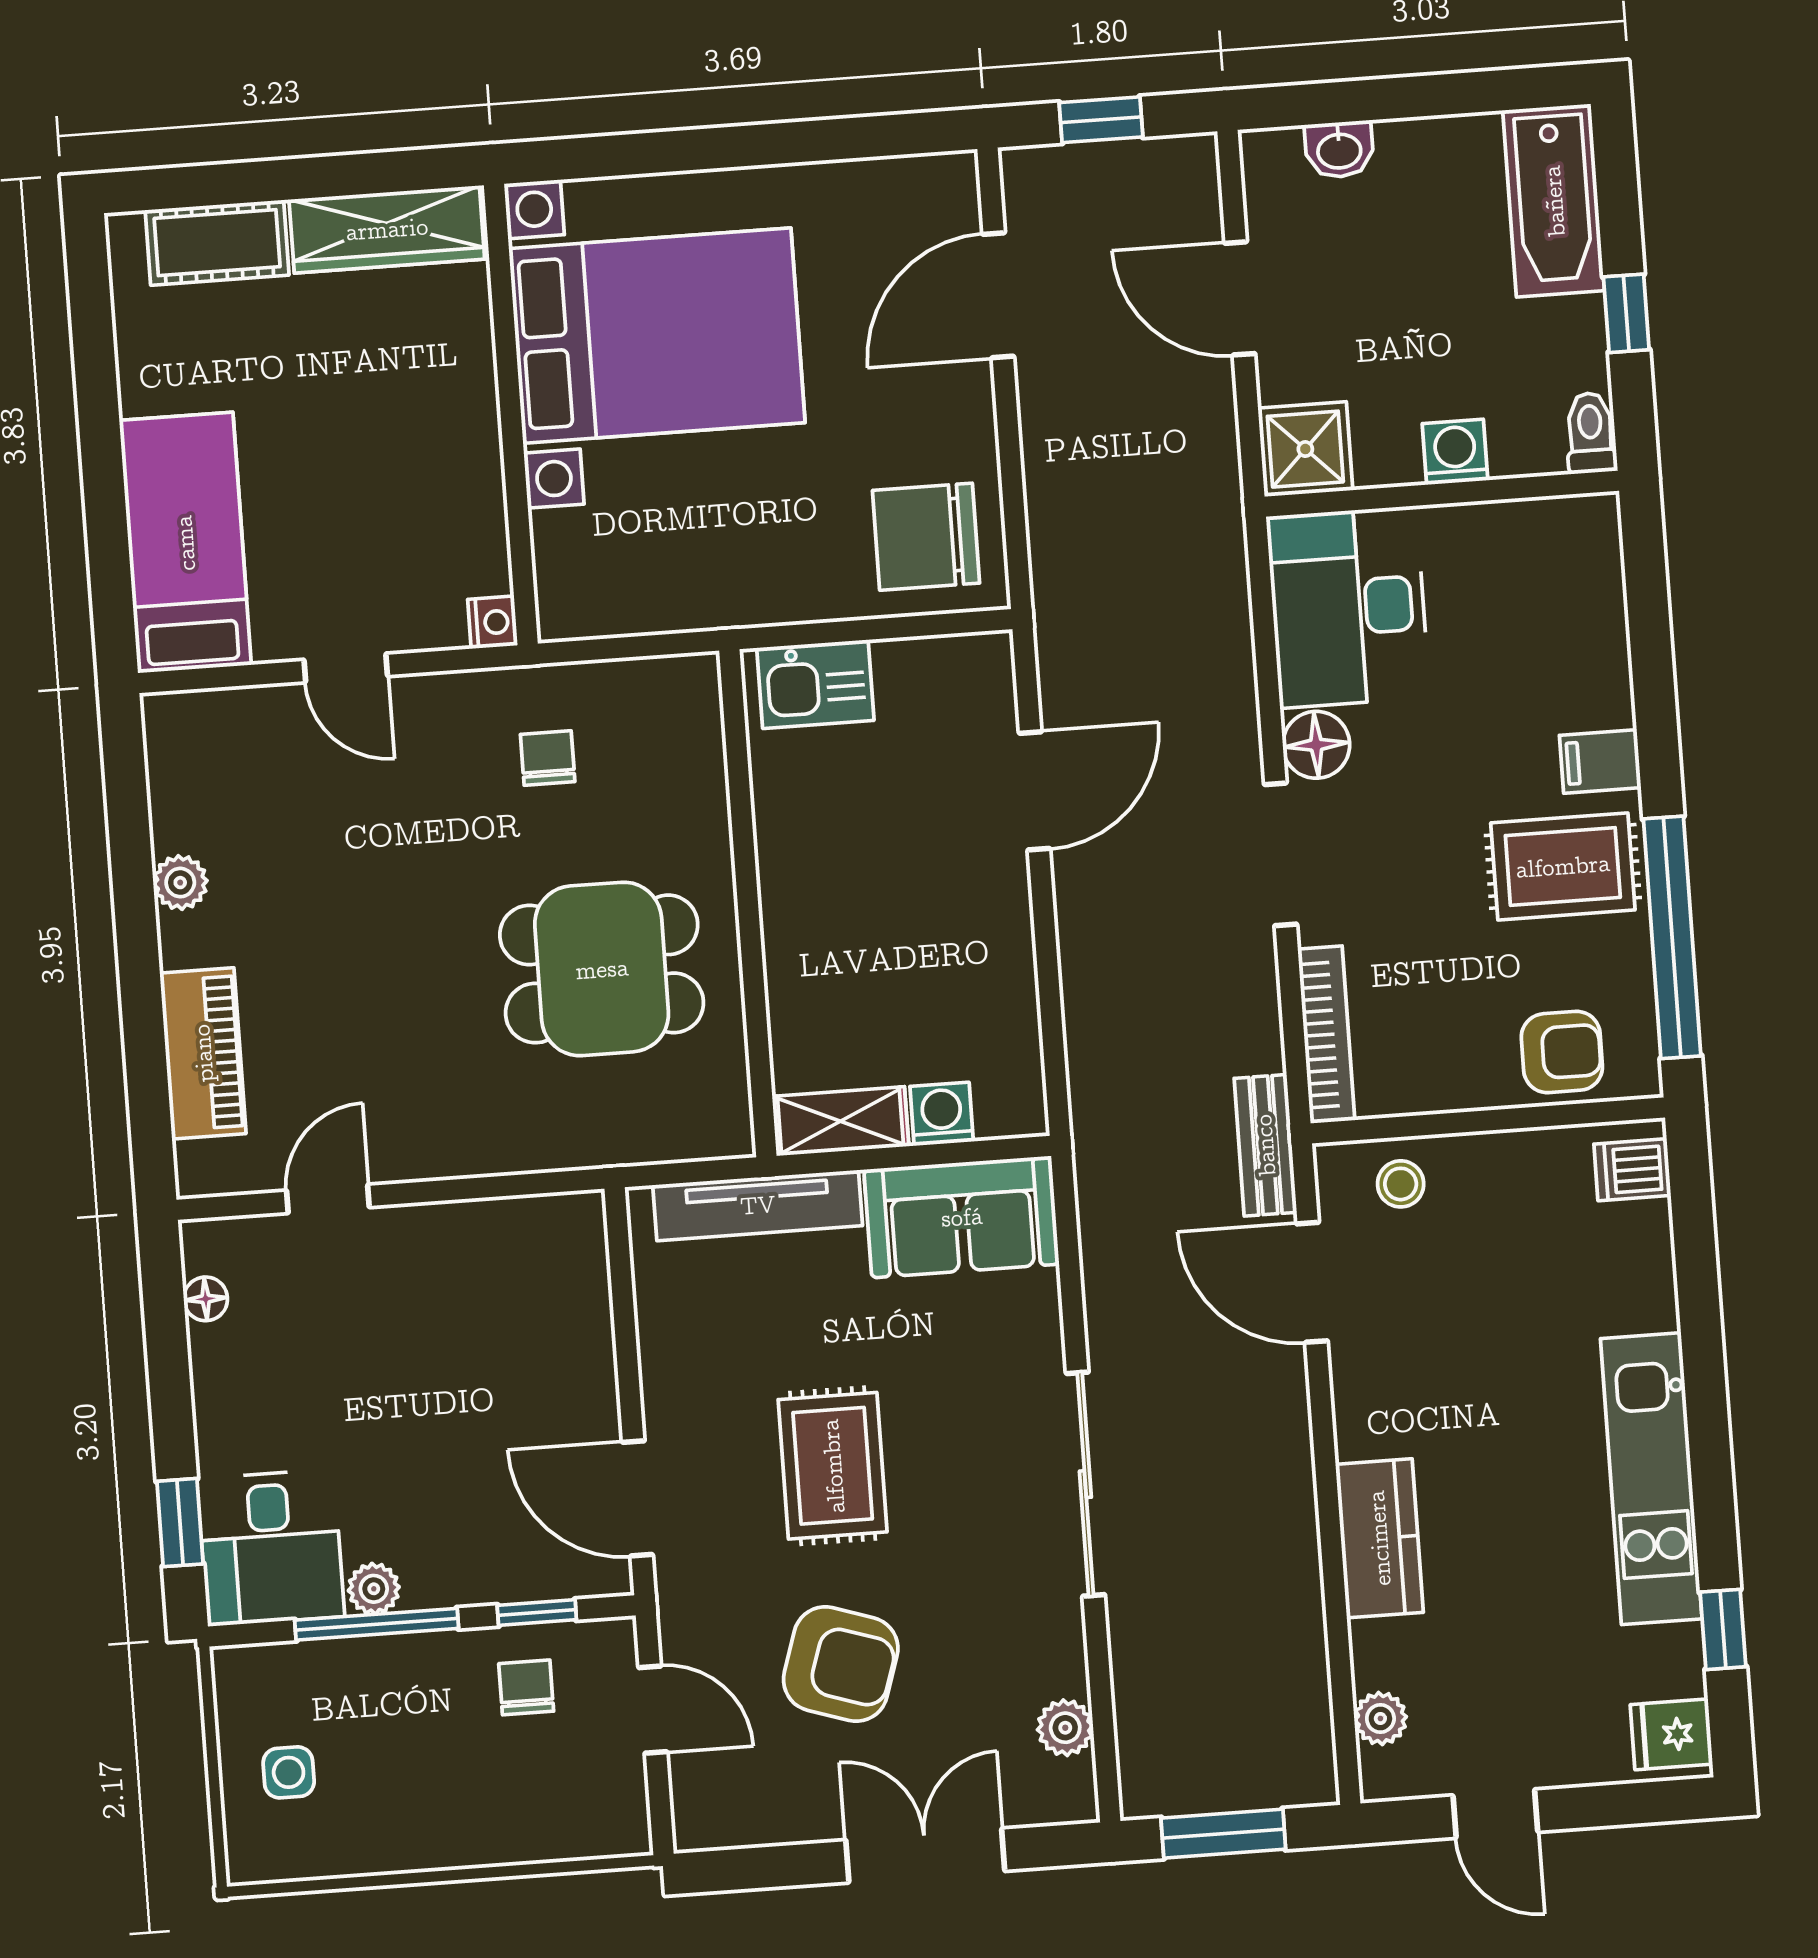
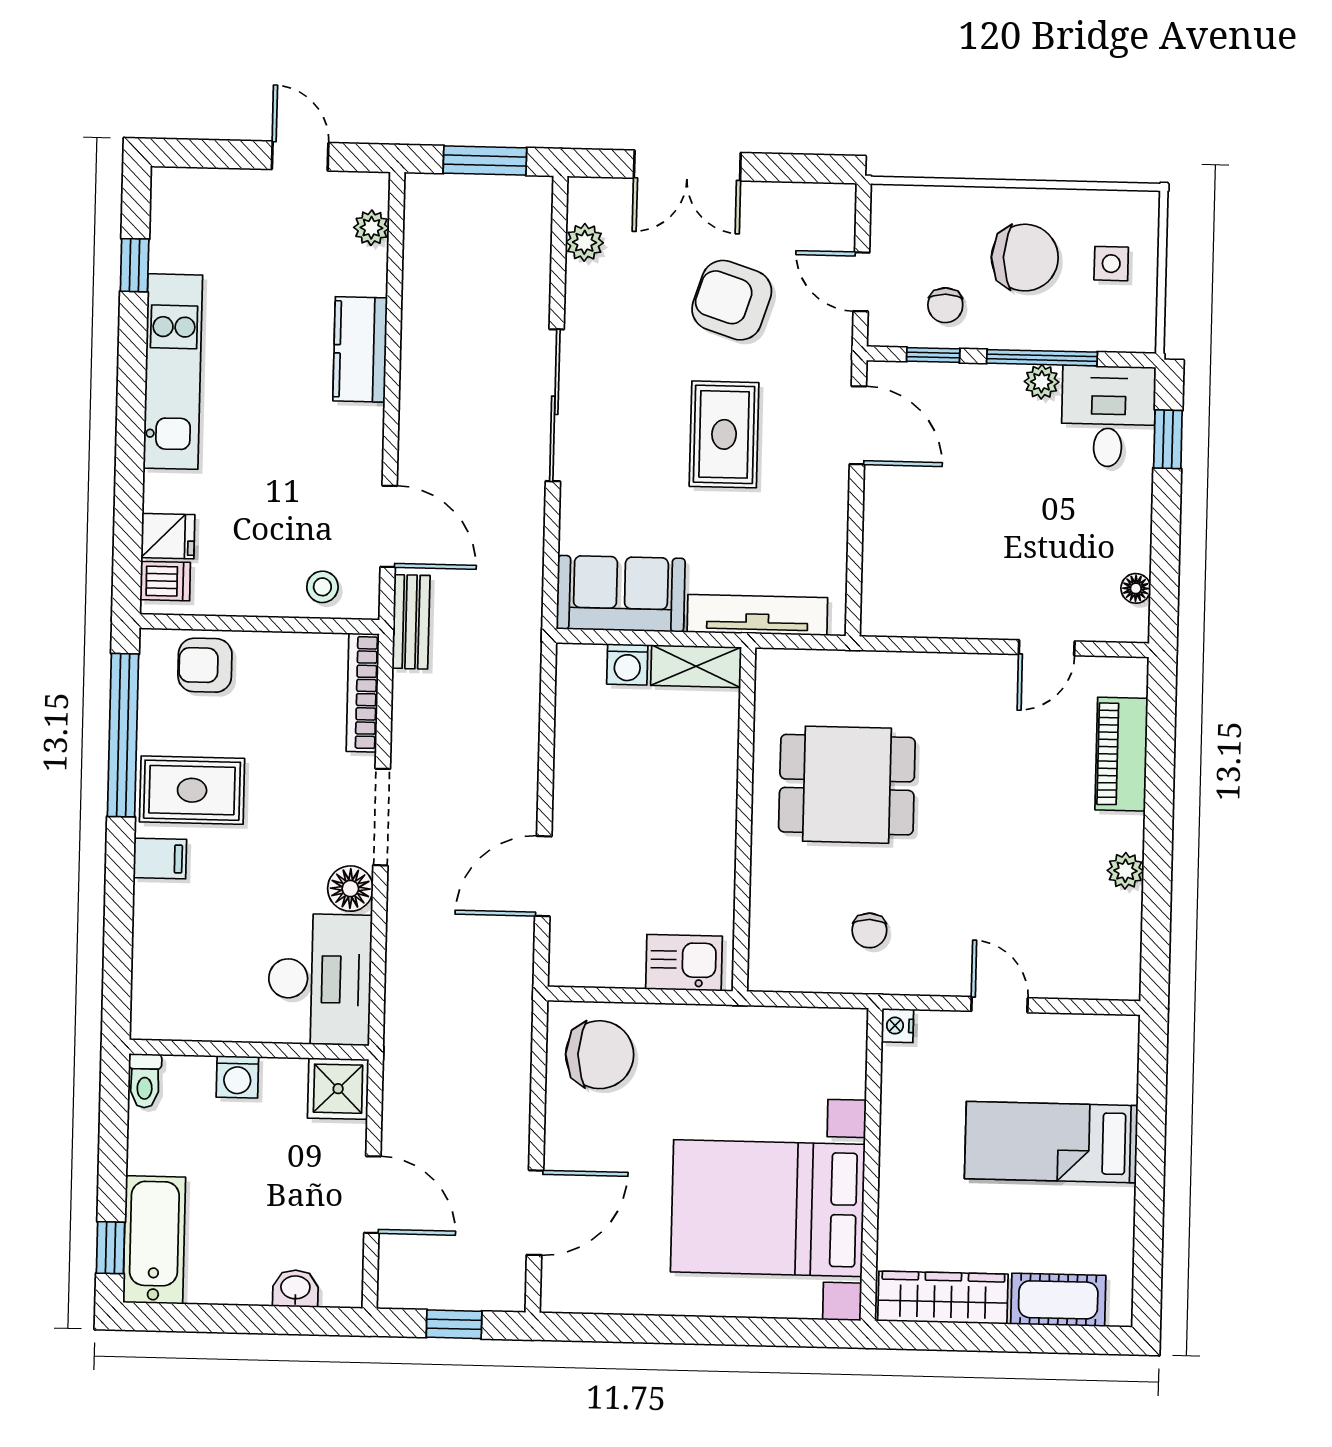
window: (1626, 313) -> (111, 1248), moved
bed: (185, 543) -> (1051, 1142), moved, turned 90
fridge: (1671, 1734) -> (168, 536), moved
chair: (416, 1769) -> (1025, 258), added

